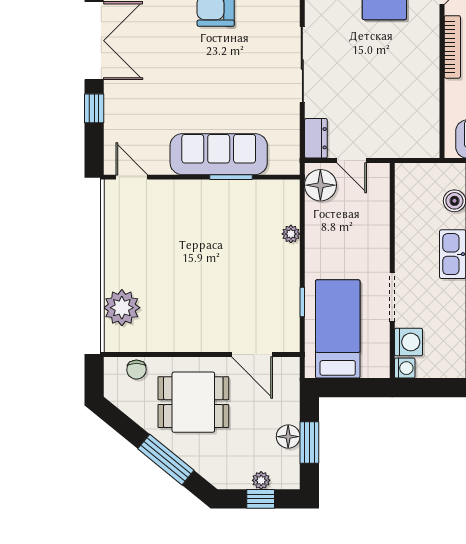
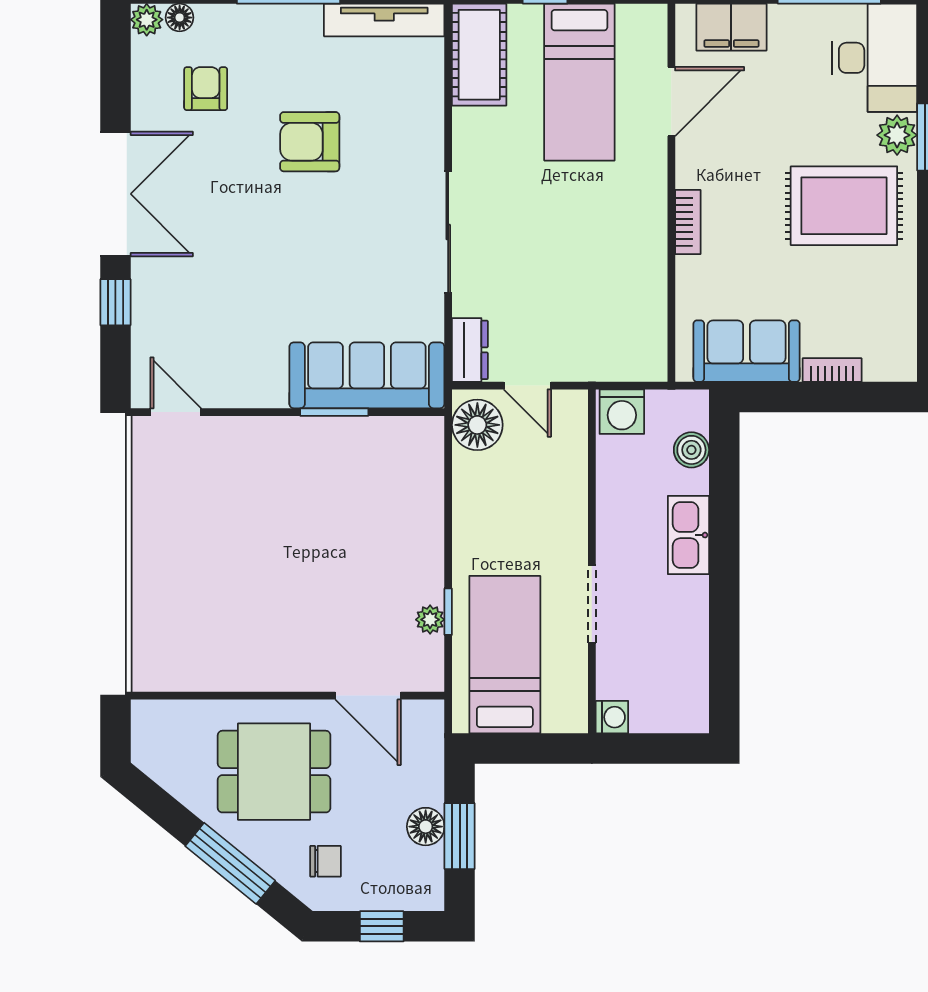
bookcase: (452, 47) -> (688, 222), width x0.64
sofa: (219, 154) -> (367, 375), moved
plant: (291, 234) -> (430, 620), moved
plant: (122, 308) -> (160, 621), removed
washing machine: (409, 342) -> (622, 412), moved, turned 90
chair: (136, 370) -> (325, 861), moved, turned -90
plant: (261, 480) -> (382, 897), removed

